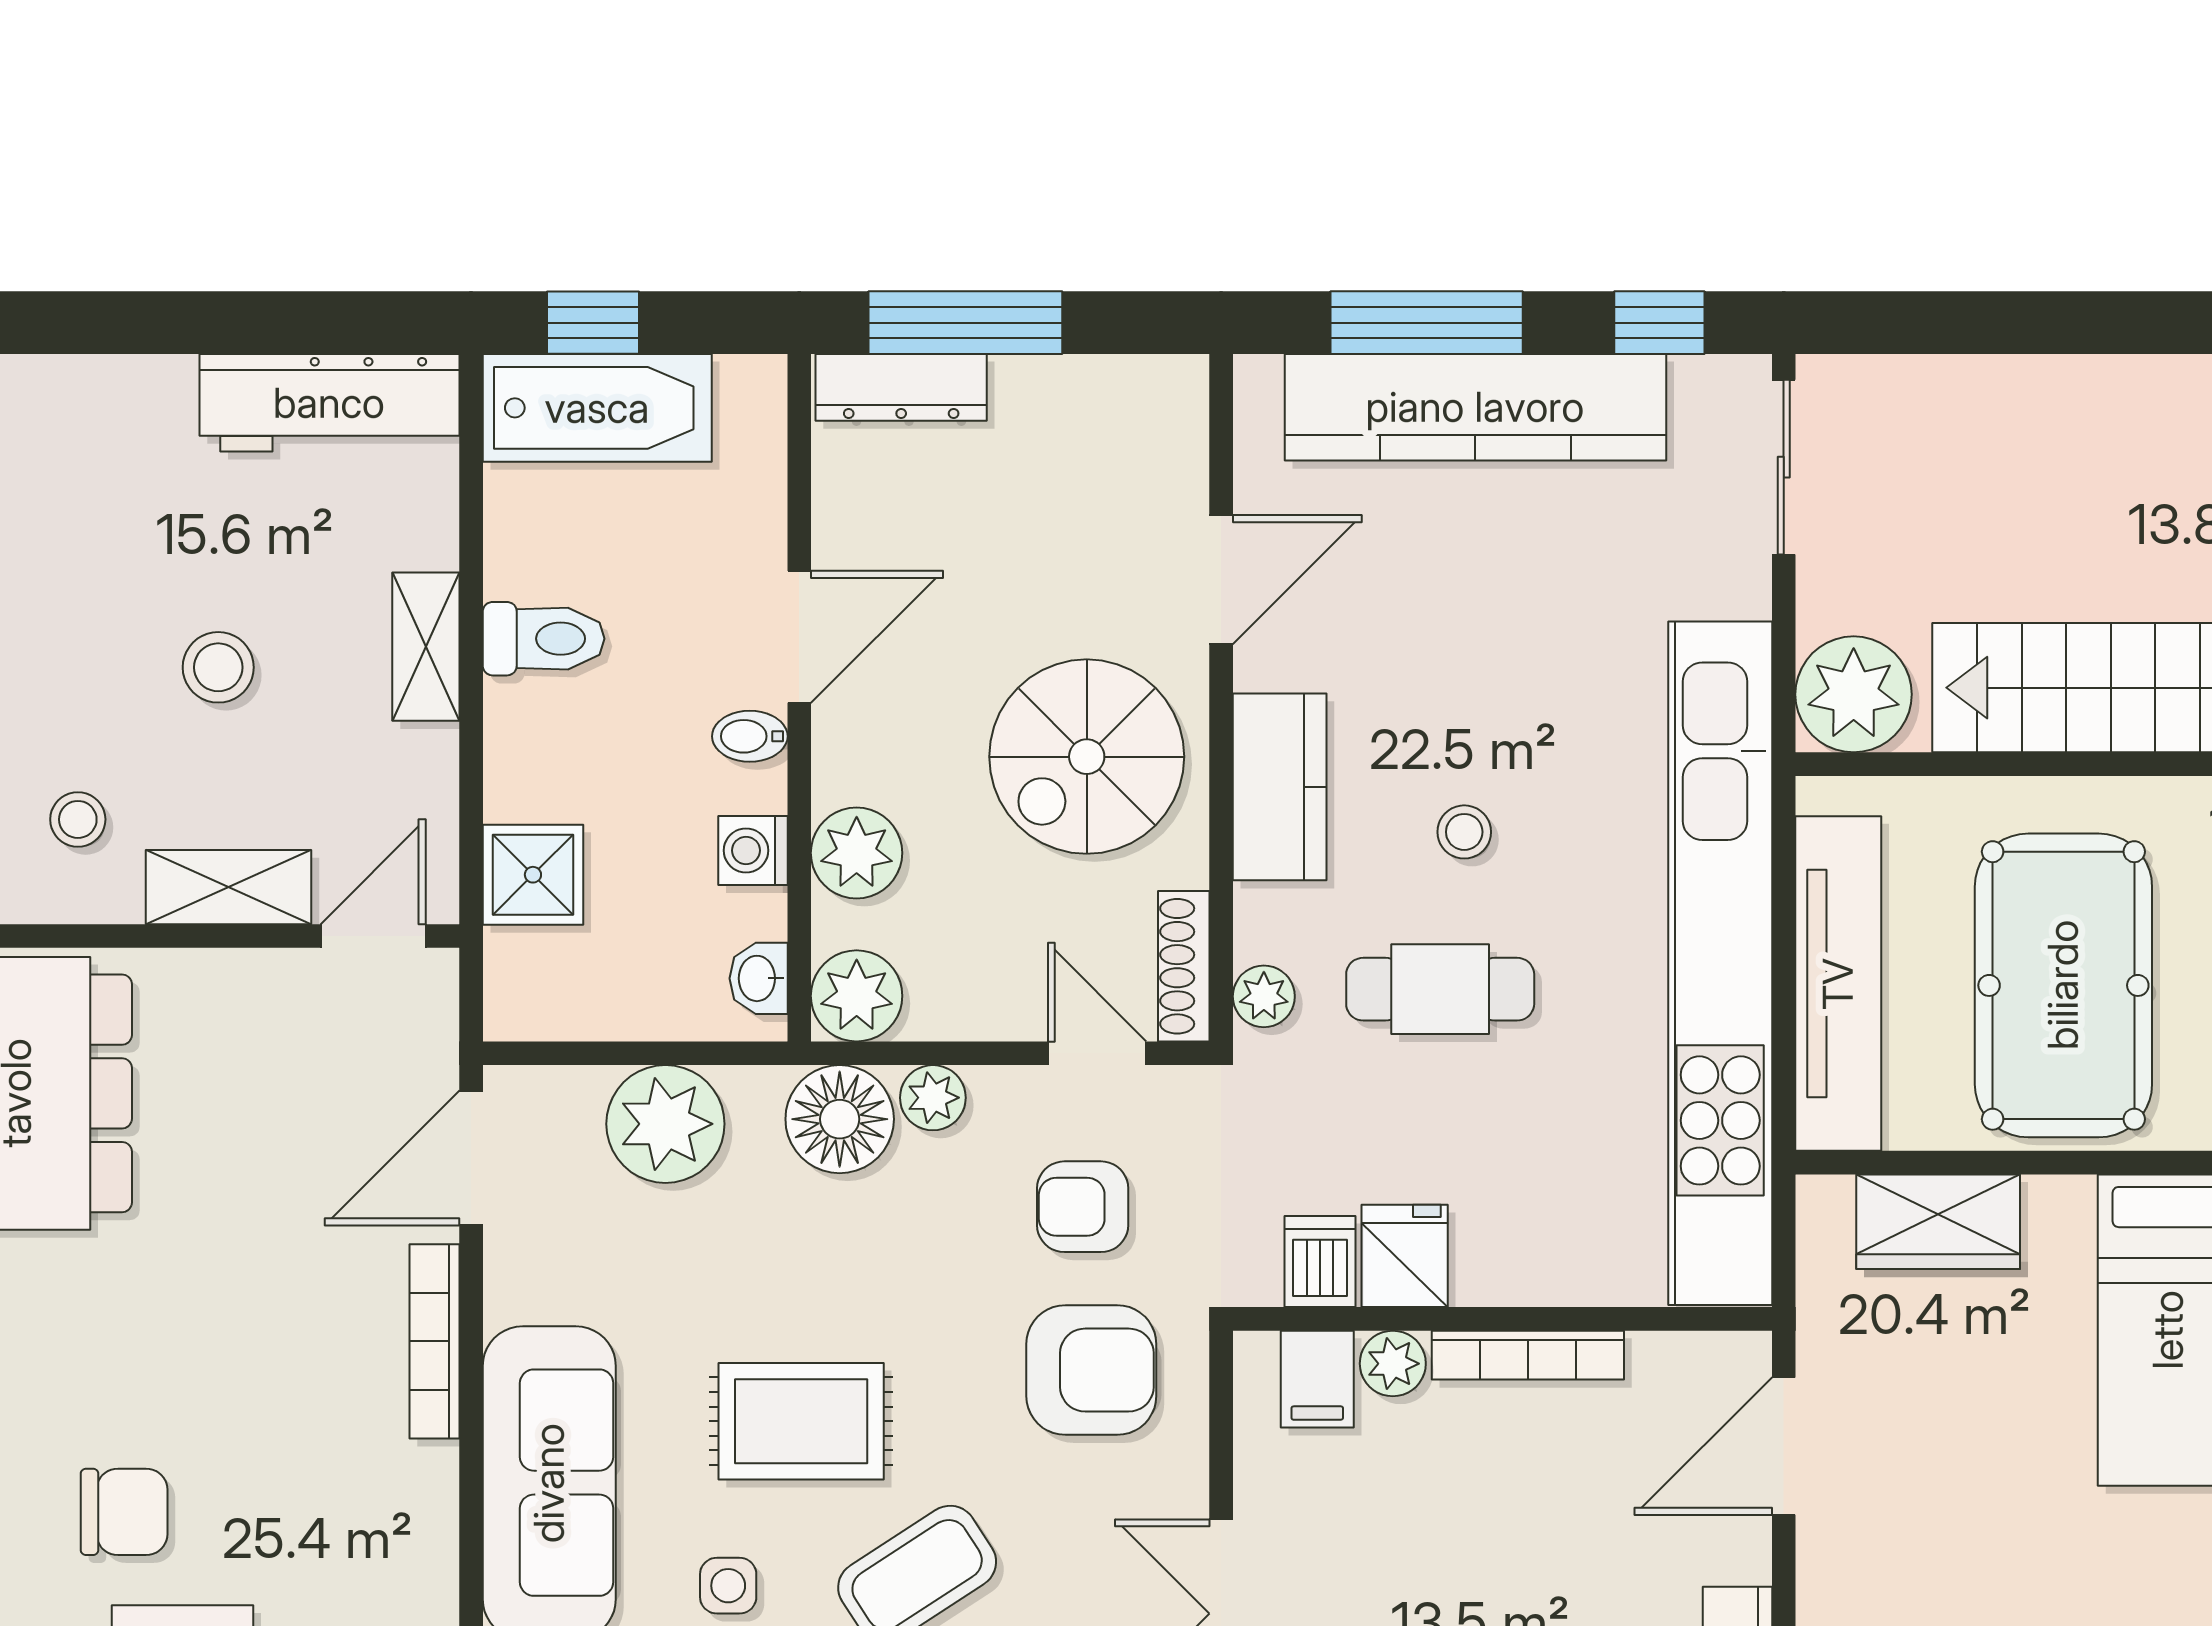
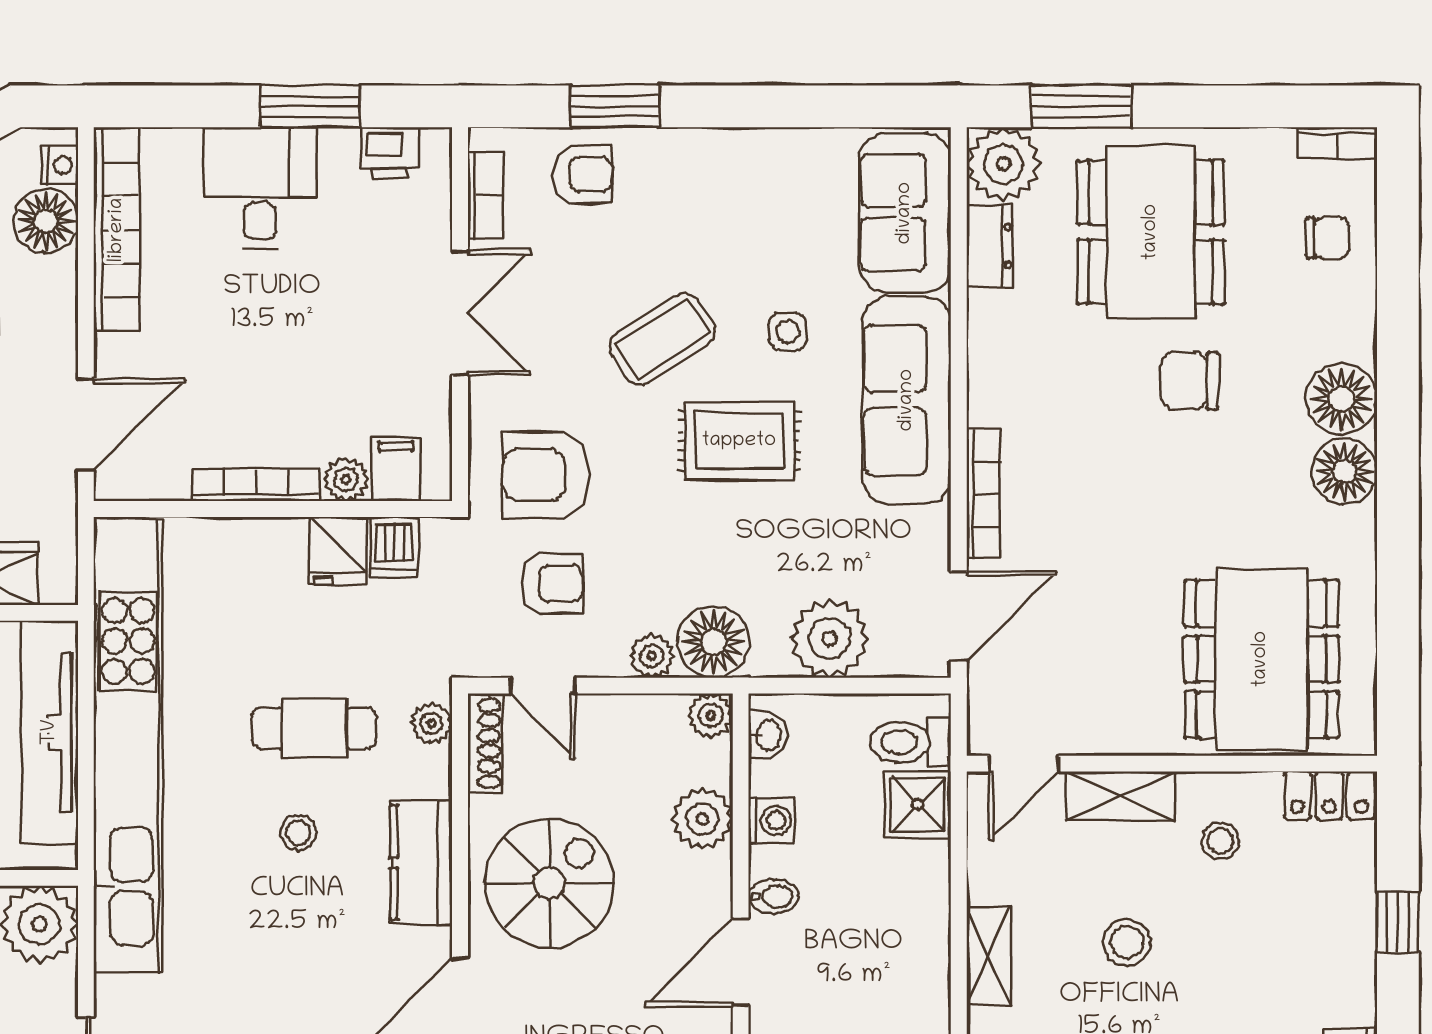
toilet: (544, 639) -> (911, 742), moved
plant: (857, 996) -> (711, 716), width x0.73, depth x0.73

